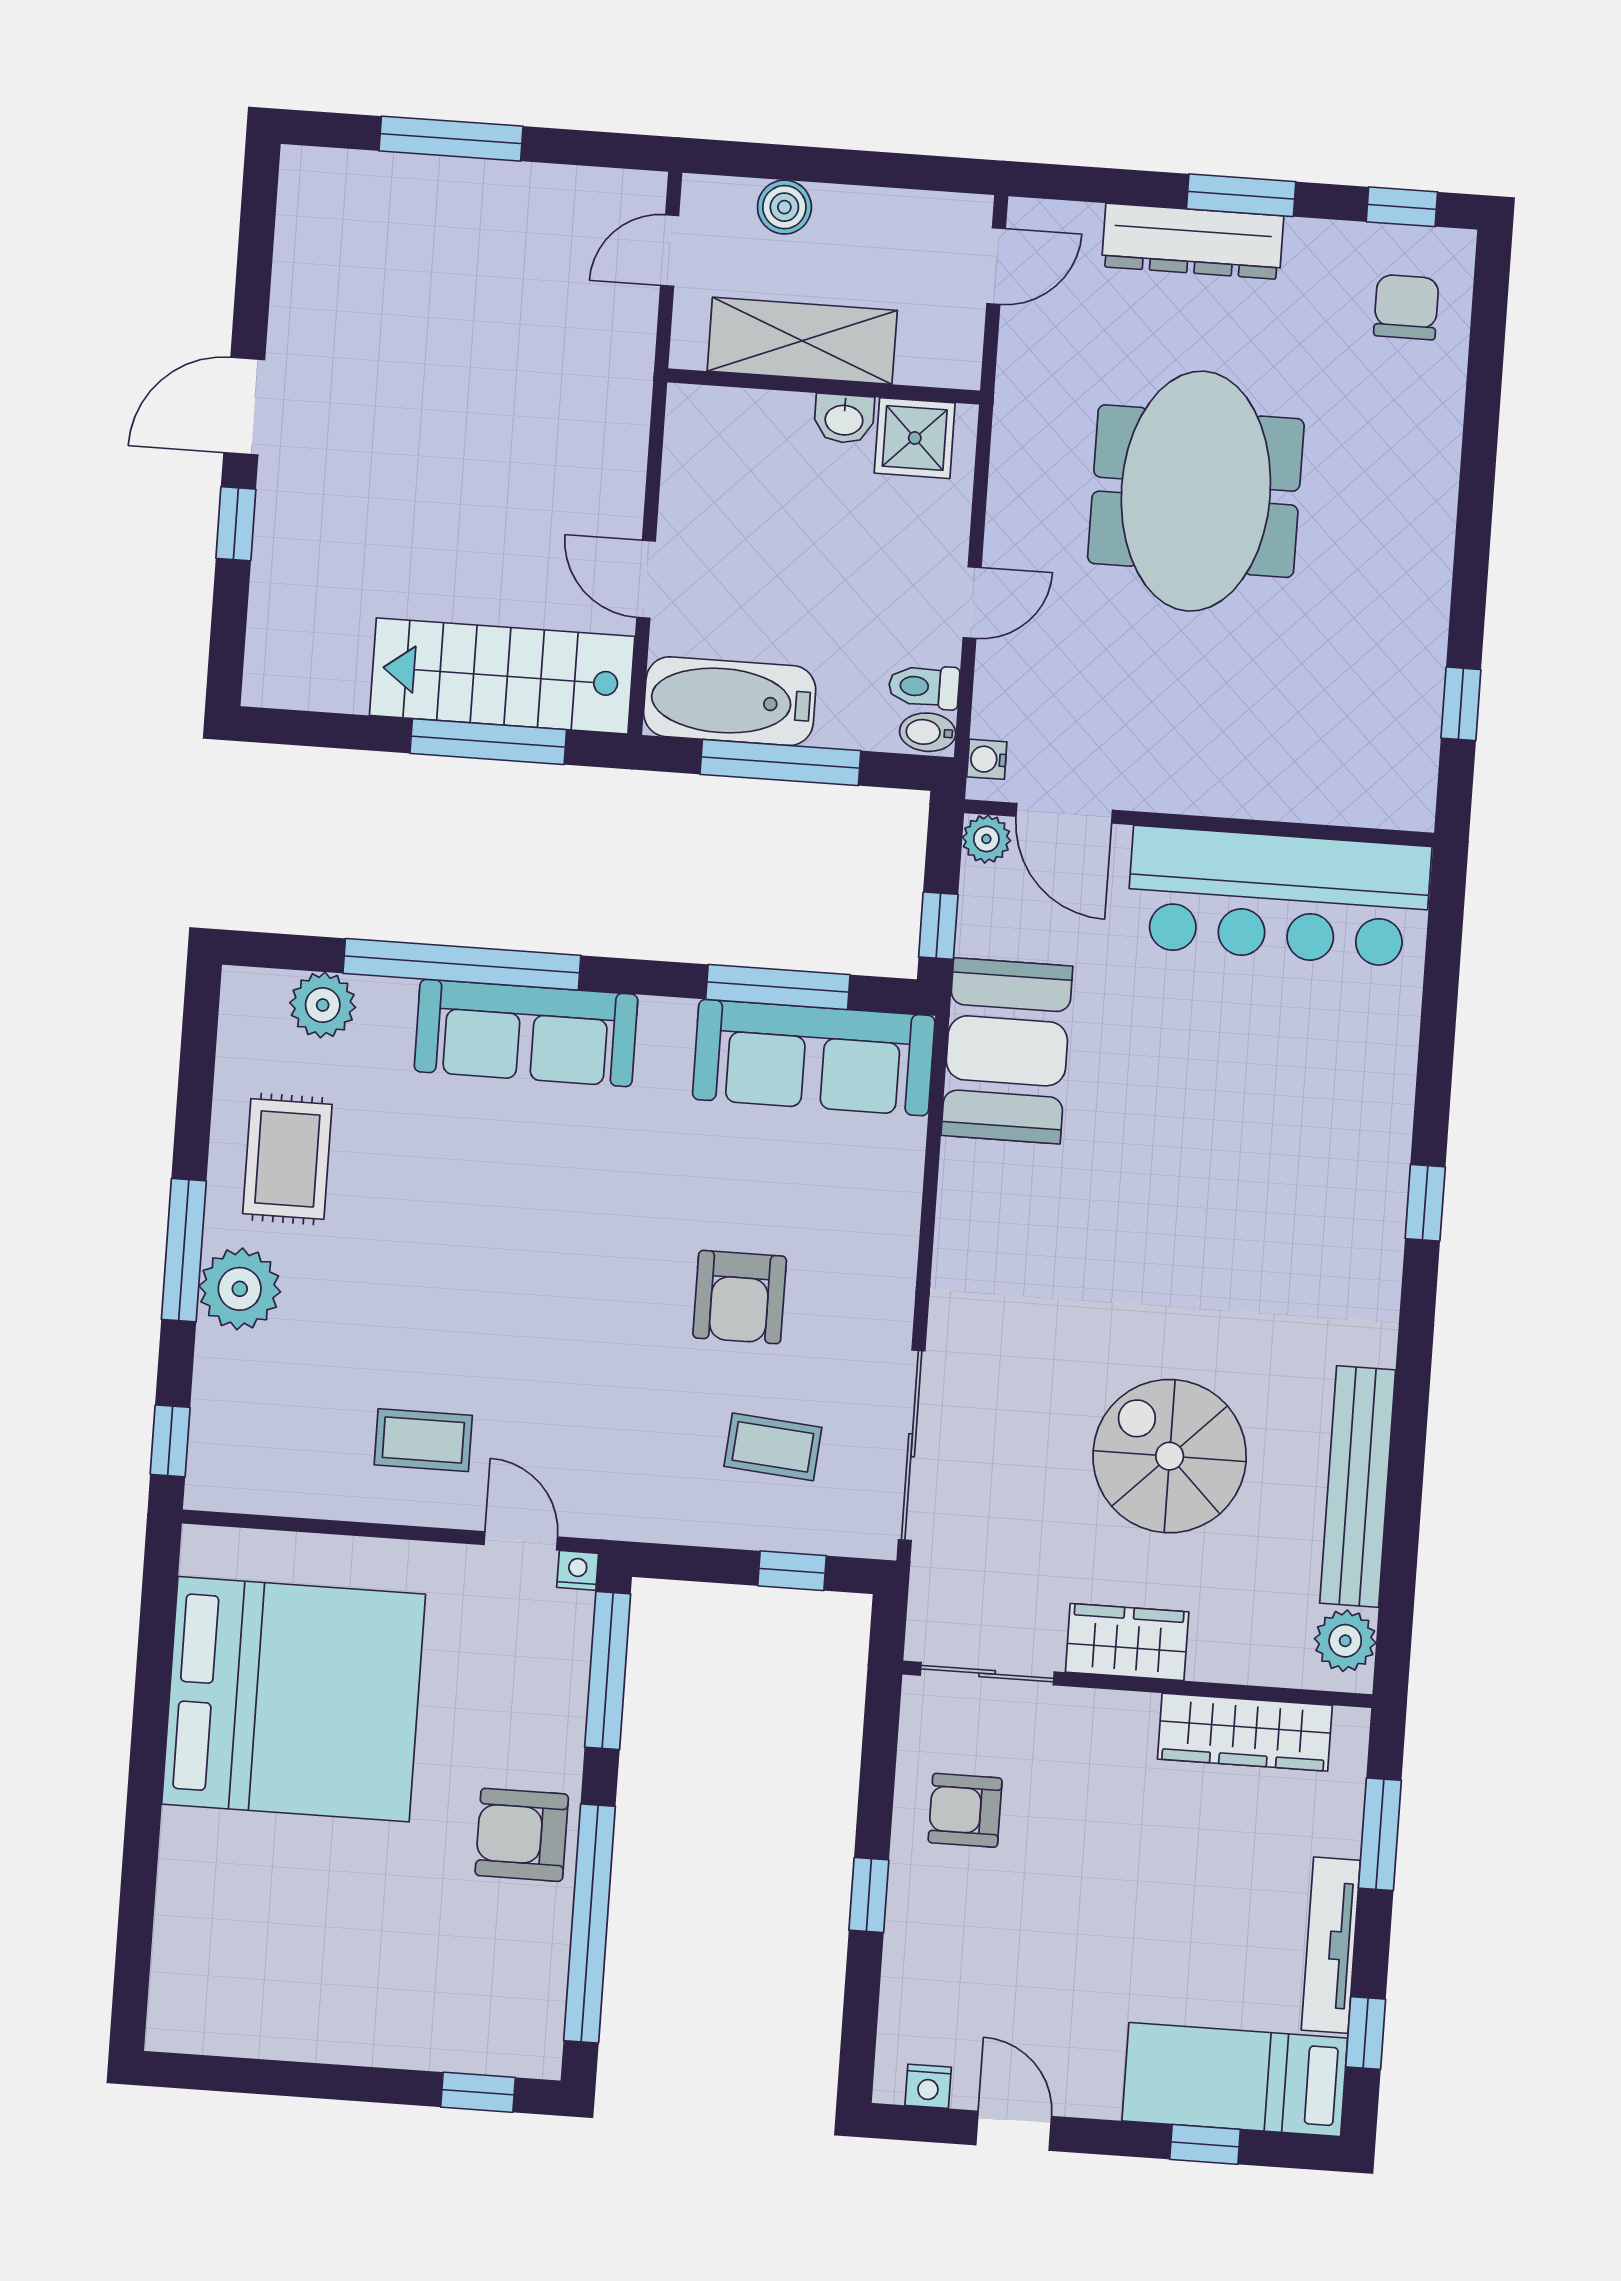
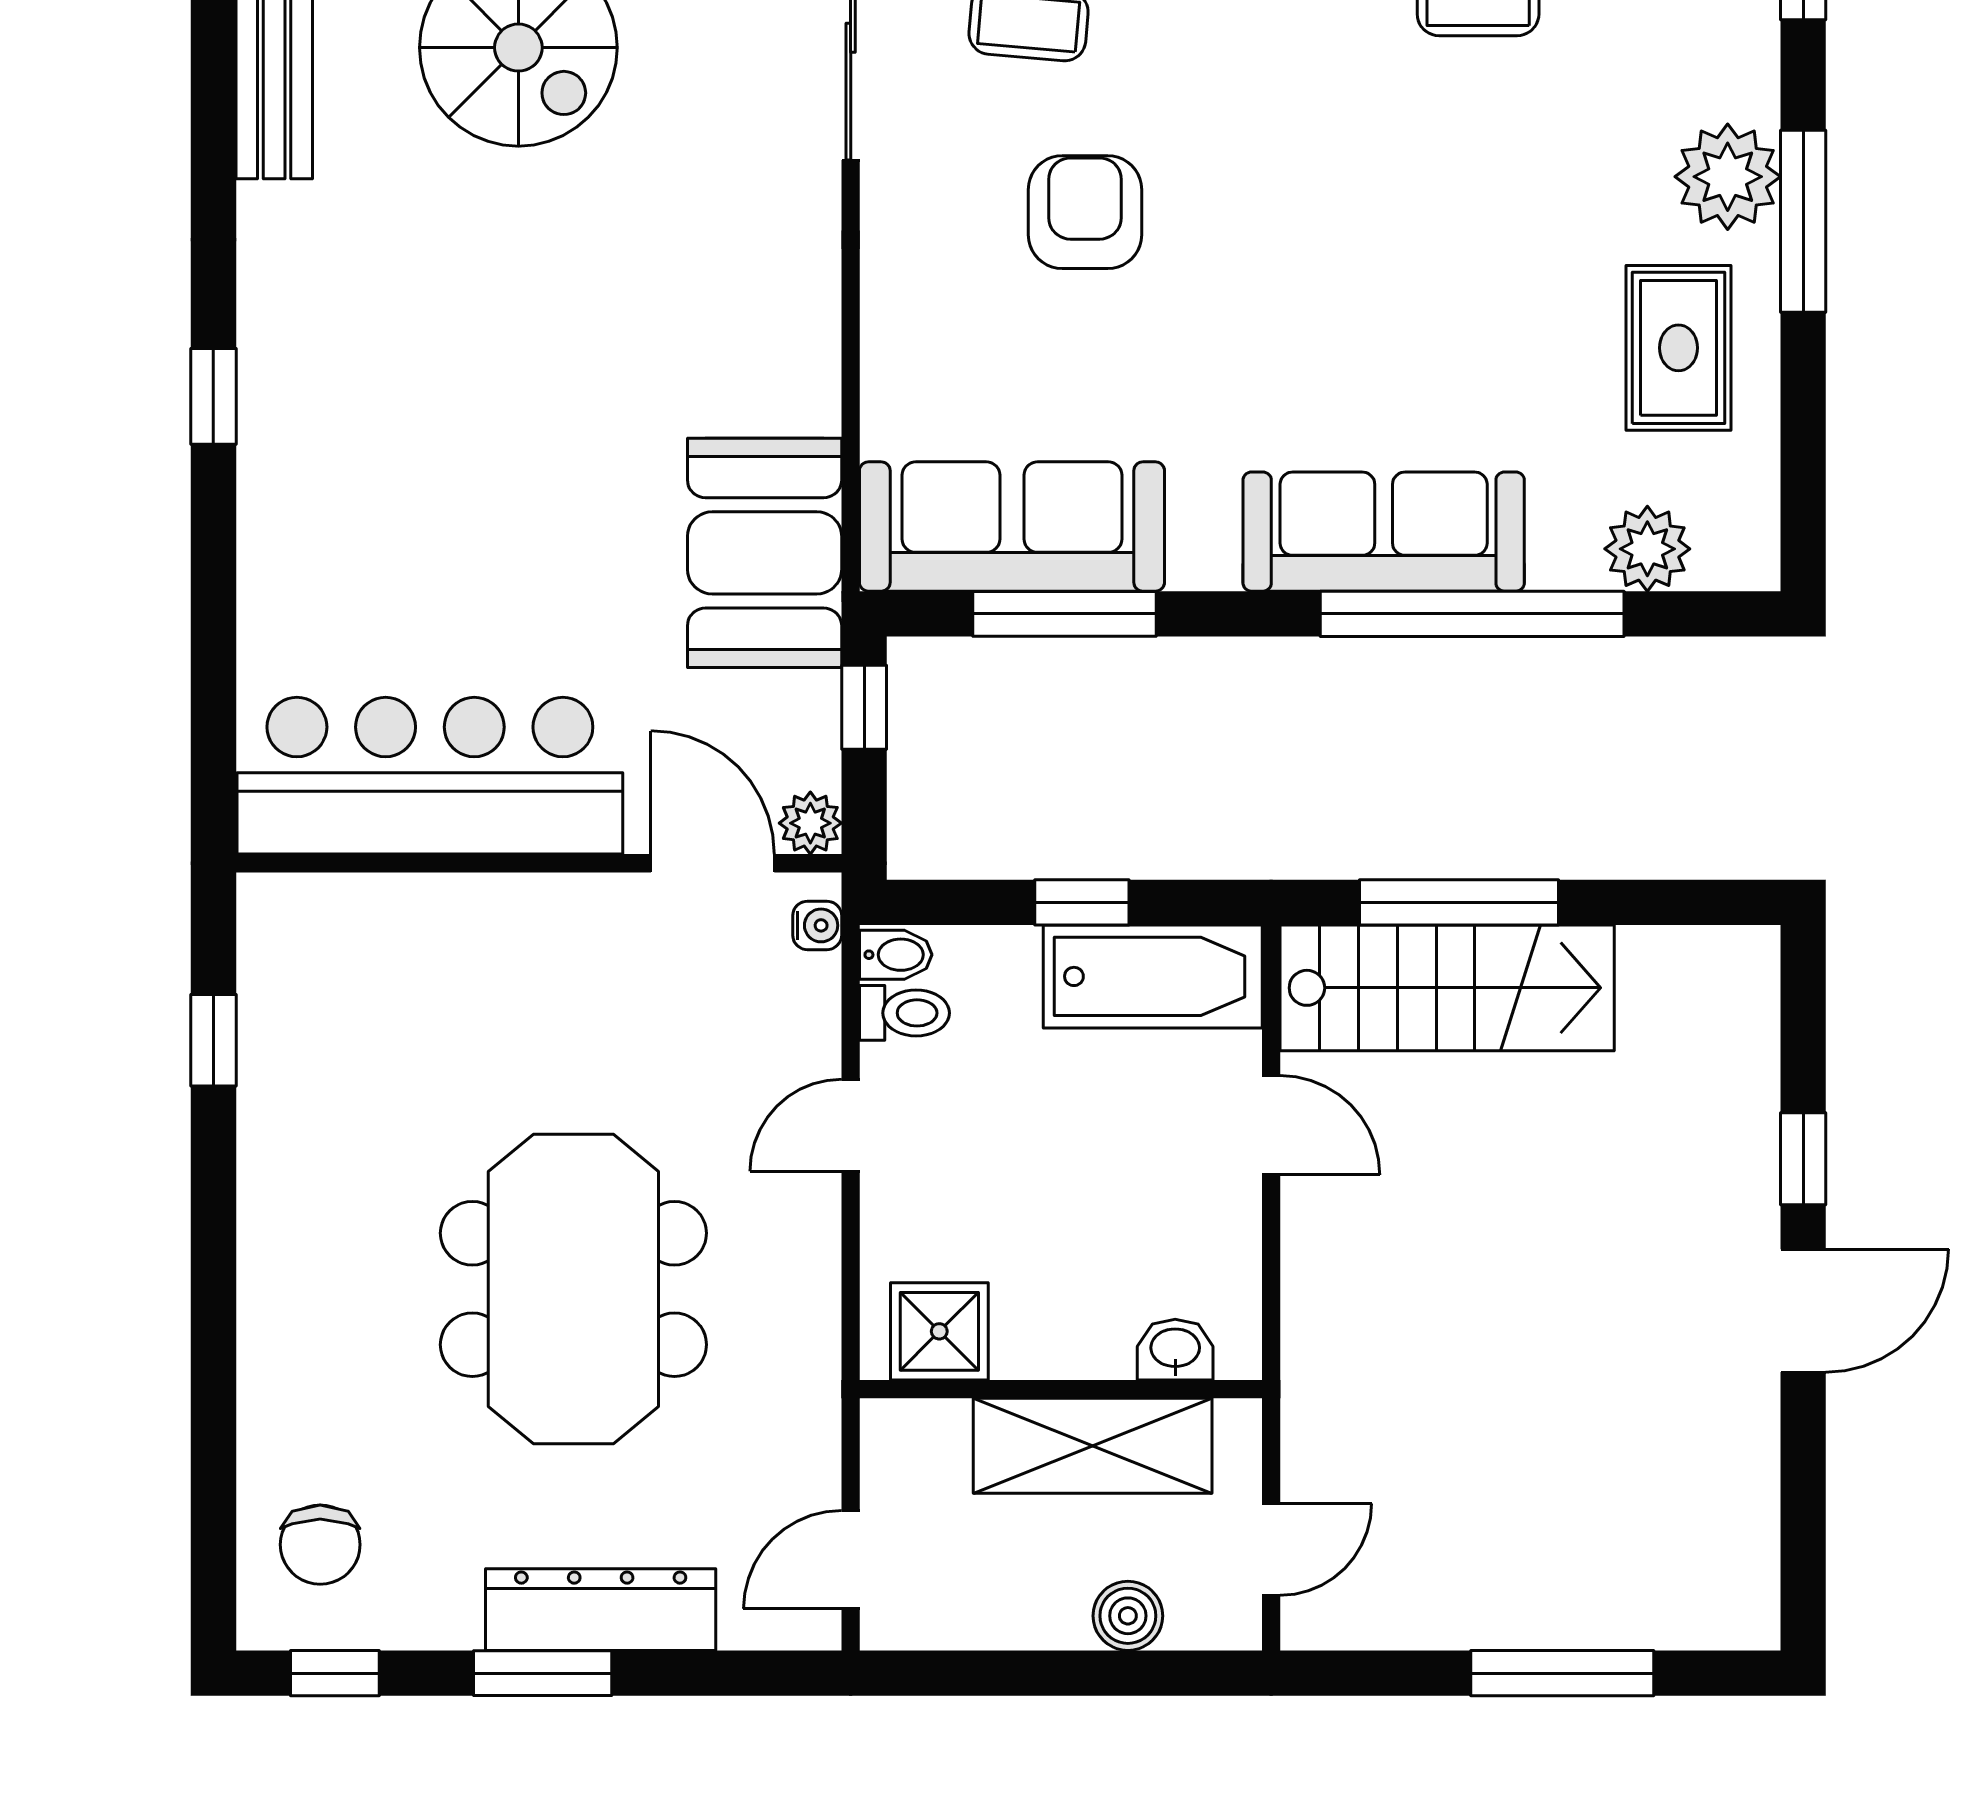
washbasin: (844, 419) -> (1175, 1350), moved
window: (780, 762) -> (1082, 902), width x0.46

